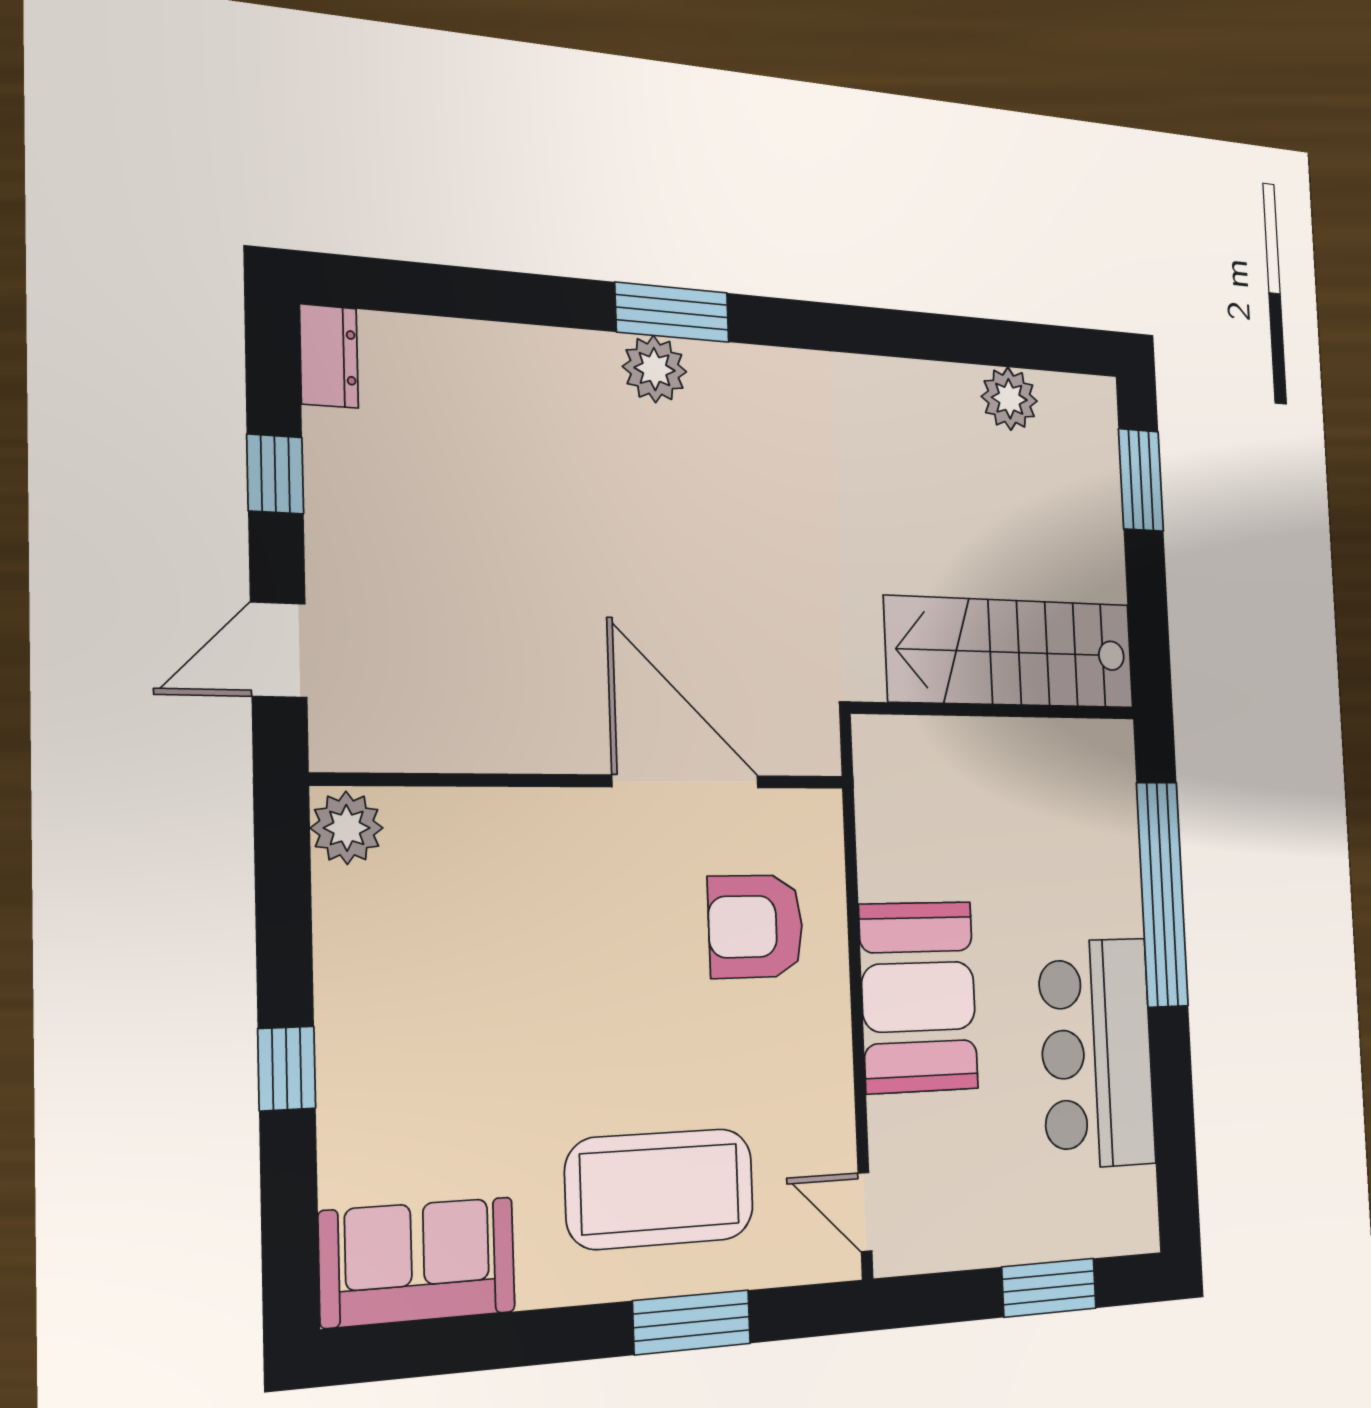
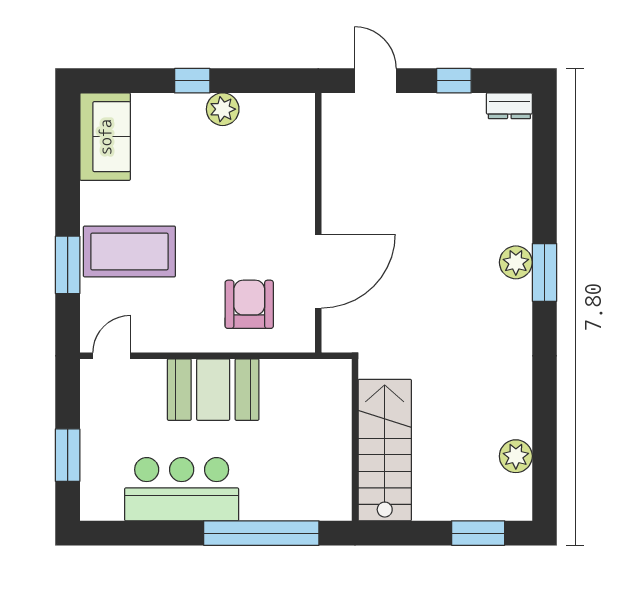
plant: (347, 828) -> (223, 109), moved
coffee table: (660, 1189) -> (129, 251), turned 90

